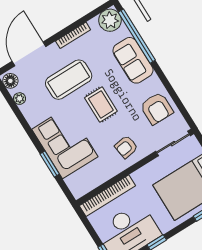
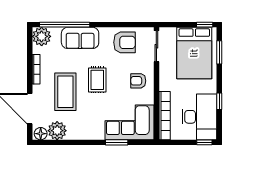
plant: (20, 99) -> (57, 131), width x1.87, depth x1.87
rug: (101, 104) -> (97, 80), turned 90
corner sofa: (65, 143) -> (129, 122), moved
armchair: (126, 147) -> (138, 81), turned 98

